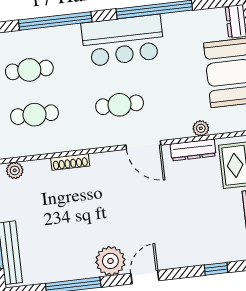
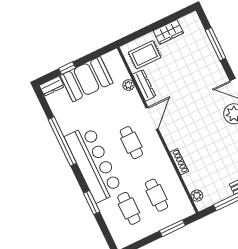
window: (55, 21) -> (92, 203), width x0.47
bar counter: (123, 41) -> (94, 164), width x1.36
window: (216, 269) -> (216, 44), width x2.17

